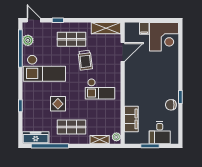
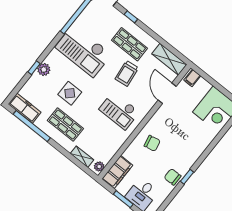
filing cabinet: (144, 28) -> (192, 78), moved
plant: (28, 40) -> (44, 69), moved
door: (123, 52) -> (167, 93), swing flipped
chair: (139, 93) -> (152, 143), added
filing cabinet: (131, 119) -> (117, 172), moved

